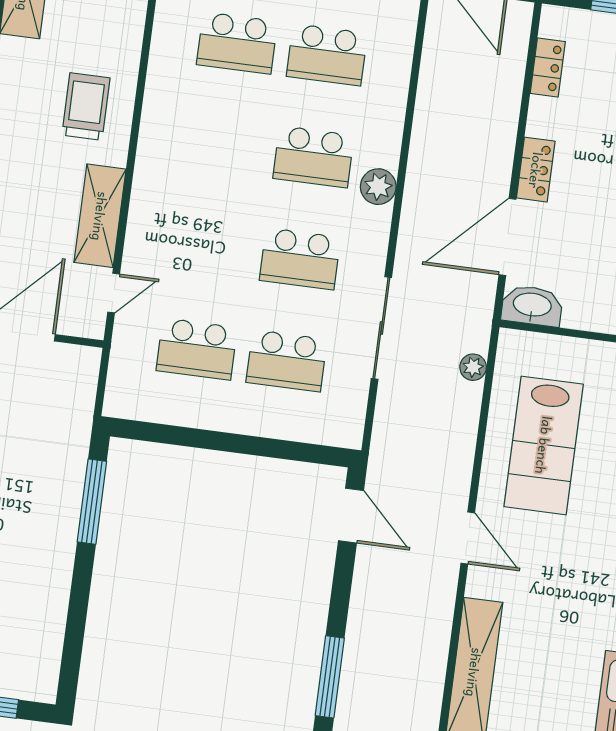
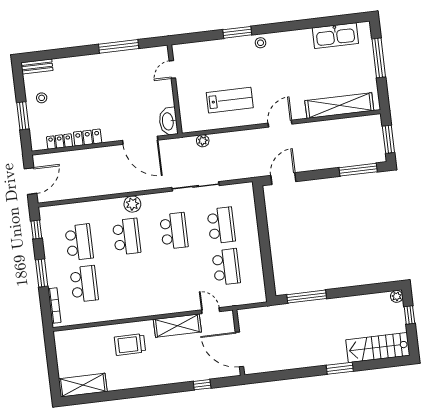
locker: (536, 170) -> (88, 138), moved
lab bench: (544, 445) -> (230, 100), width x0.73, depth x0.72
plant: (44, 690) -> (397, 296), added

